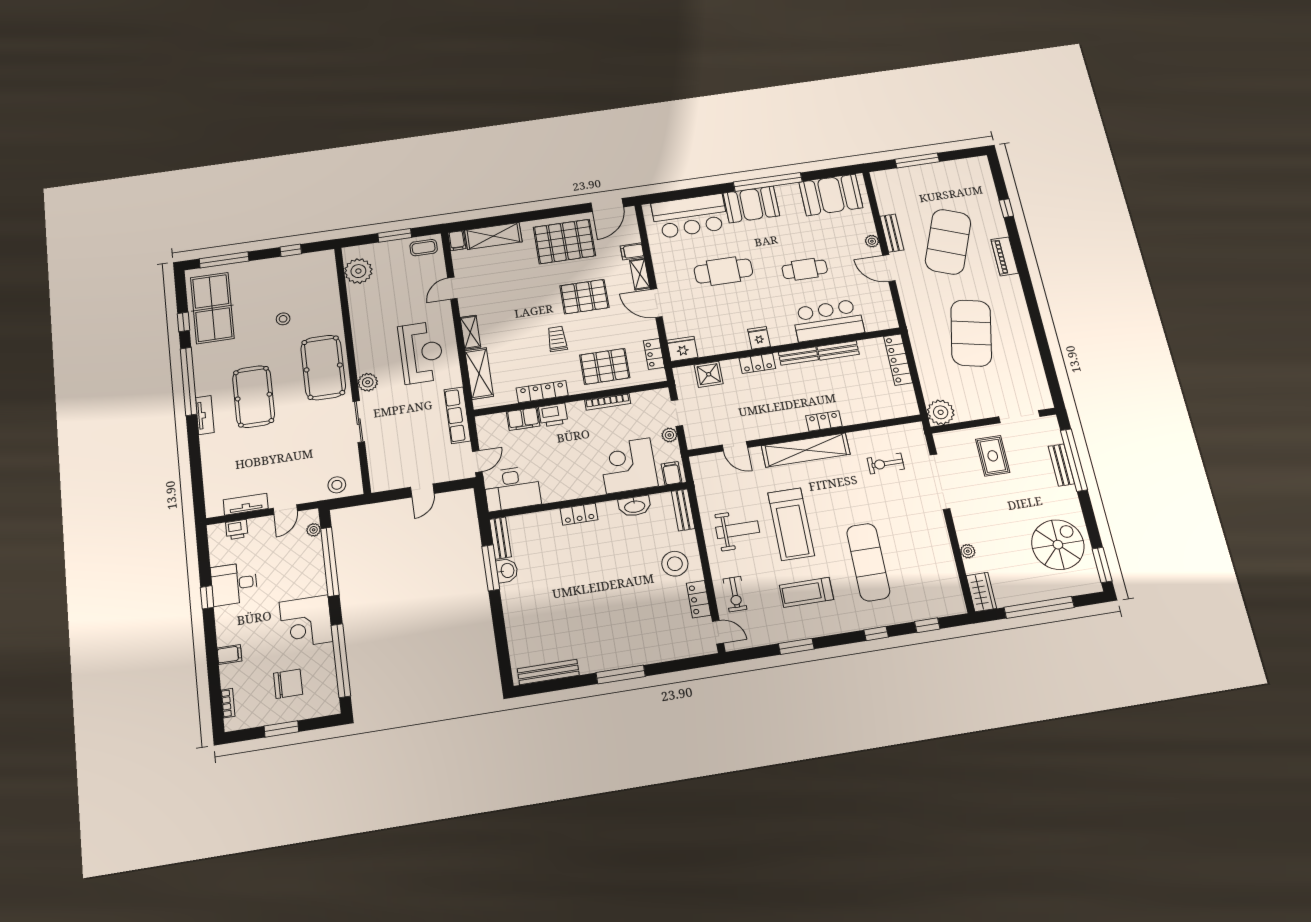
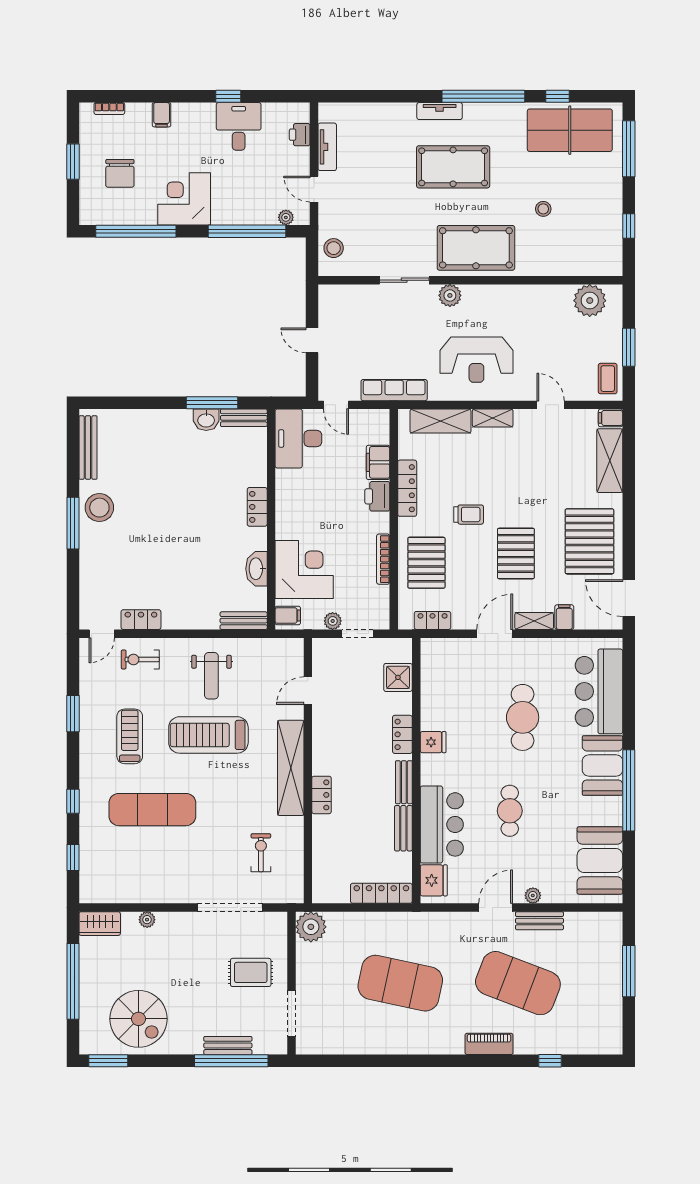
fridge: (682, 349) -> (434, 880), moved
stool: (675, 564) -> (99, 508), moved

